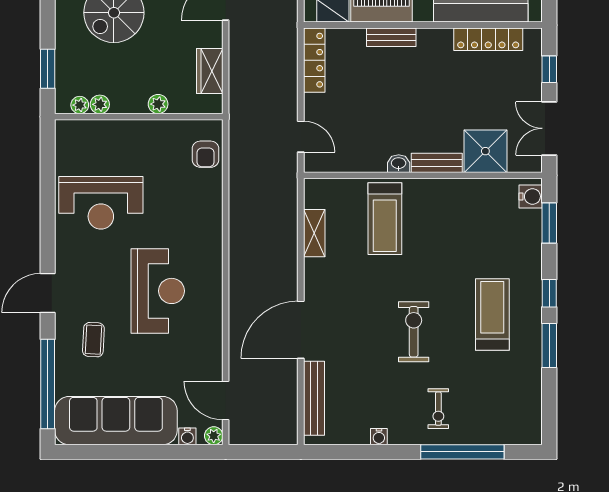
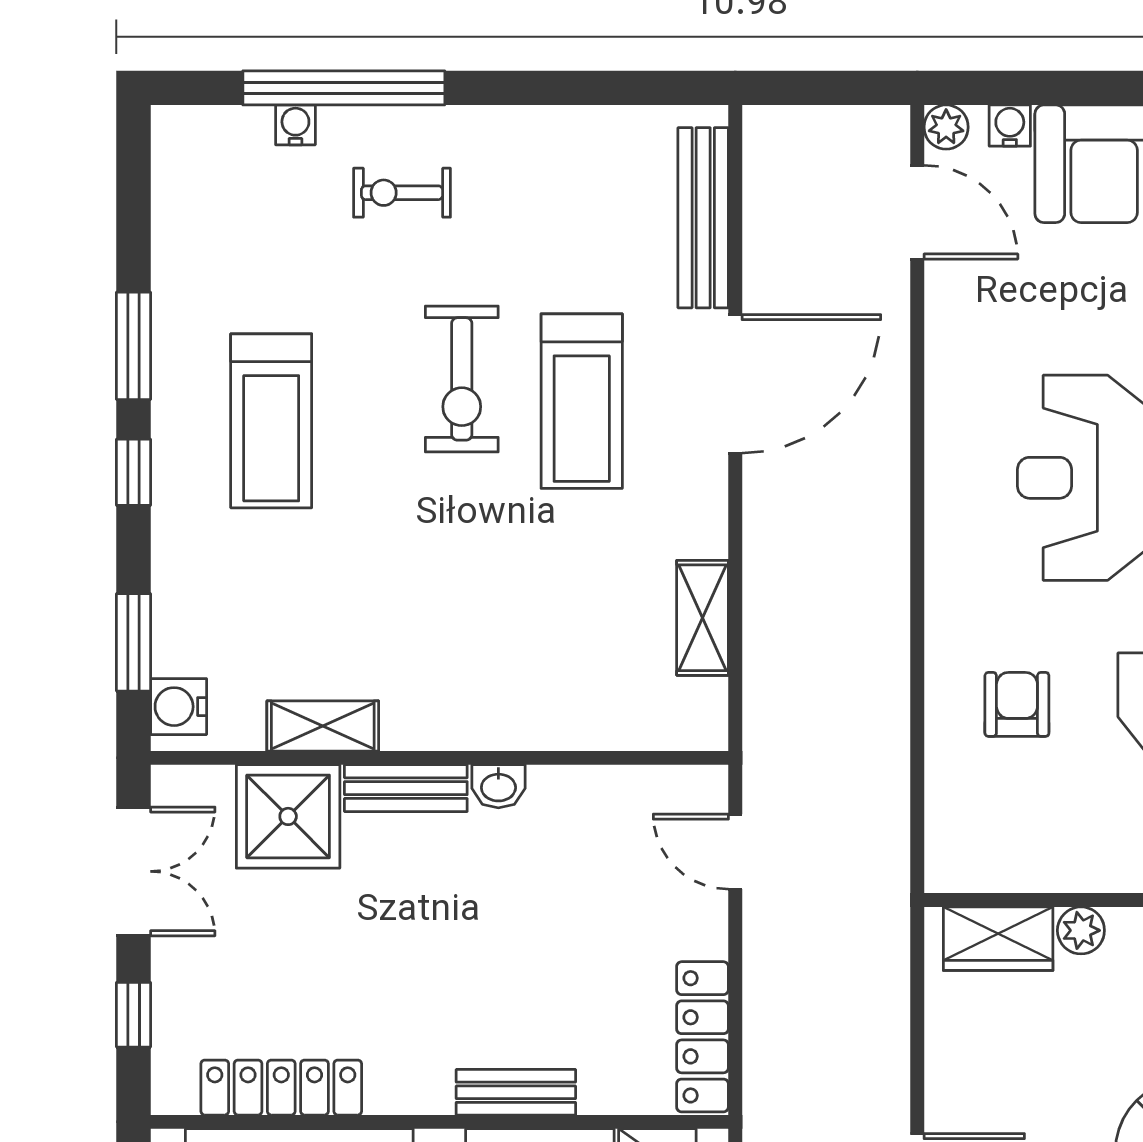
wardrobe: (210, 71) -> (998, 939), moved, turned 90
armchair: (206, 154) -> (1017, 704), moved
shelving: (471, 189) -> (323, 726), added
treadmill: (385, 219) -> (582, 401), moved, turned 180
exercise bike: (438, 409) -> (402, 193), turned -90
water cooler: (379, 437) -> (295, 125), moved

